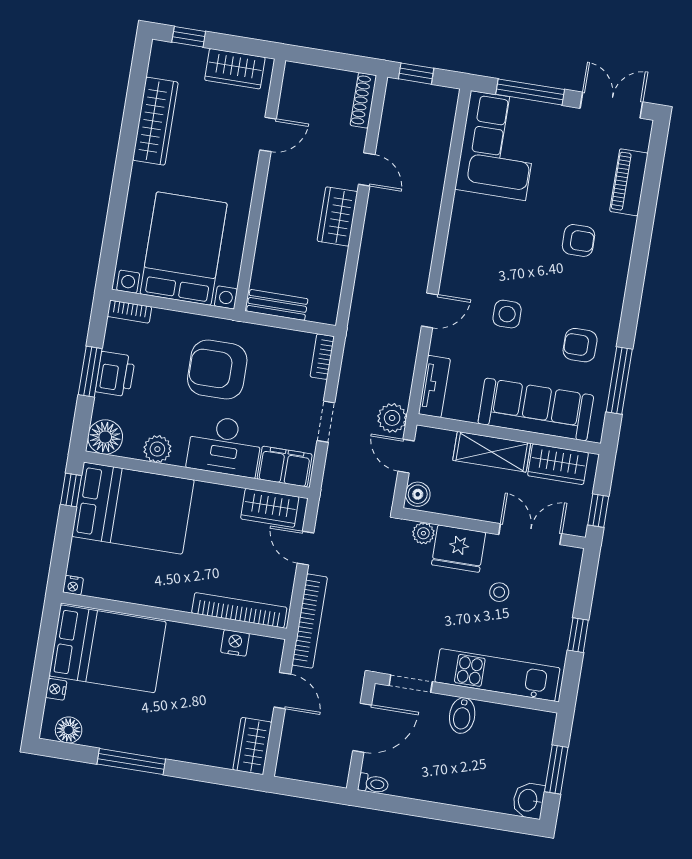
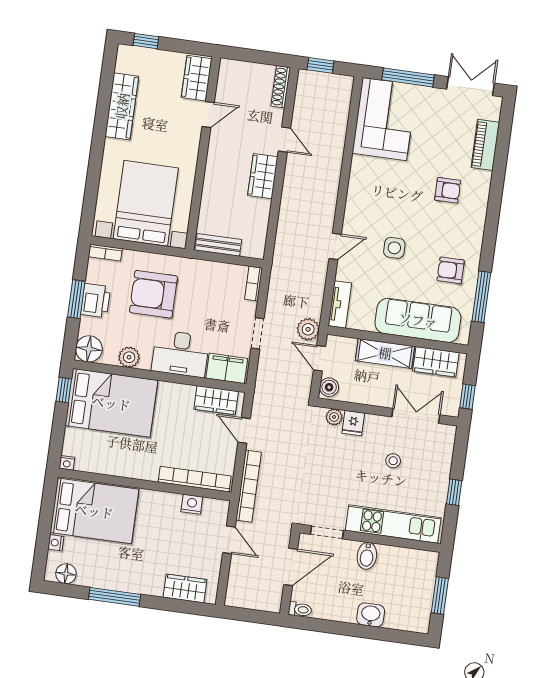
wardrobe: (235, 69) -> (197, 78), moved, turned 90
armchair: (217, 370) -> (153, 294), moved
fridge: (459, 549) -> (353, 423), width x0.53, depth x0.75
wardrobe: (252, 746) -> (185, 588), moved, turned 90
washbasin: (528, 800) -> (371, 615), moved, turned 90

